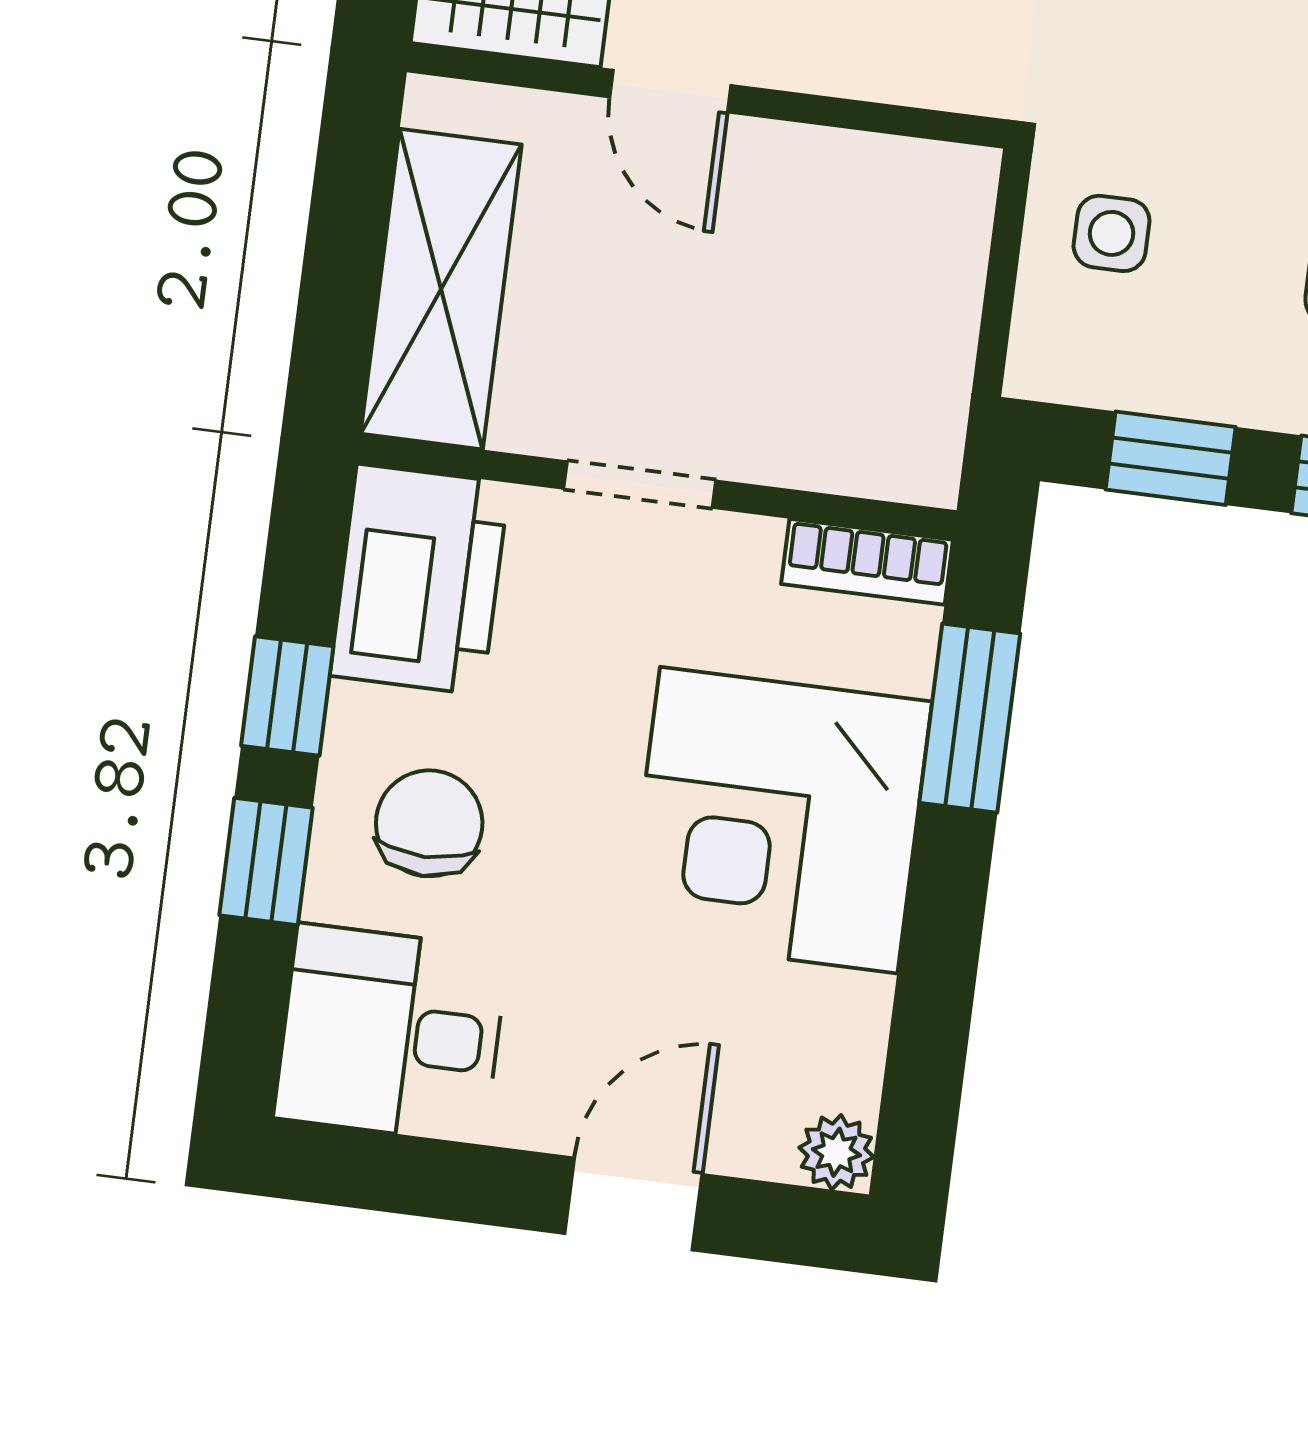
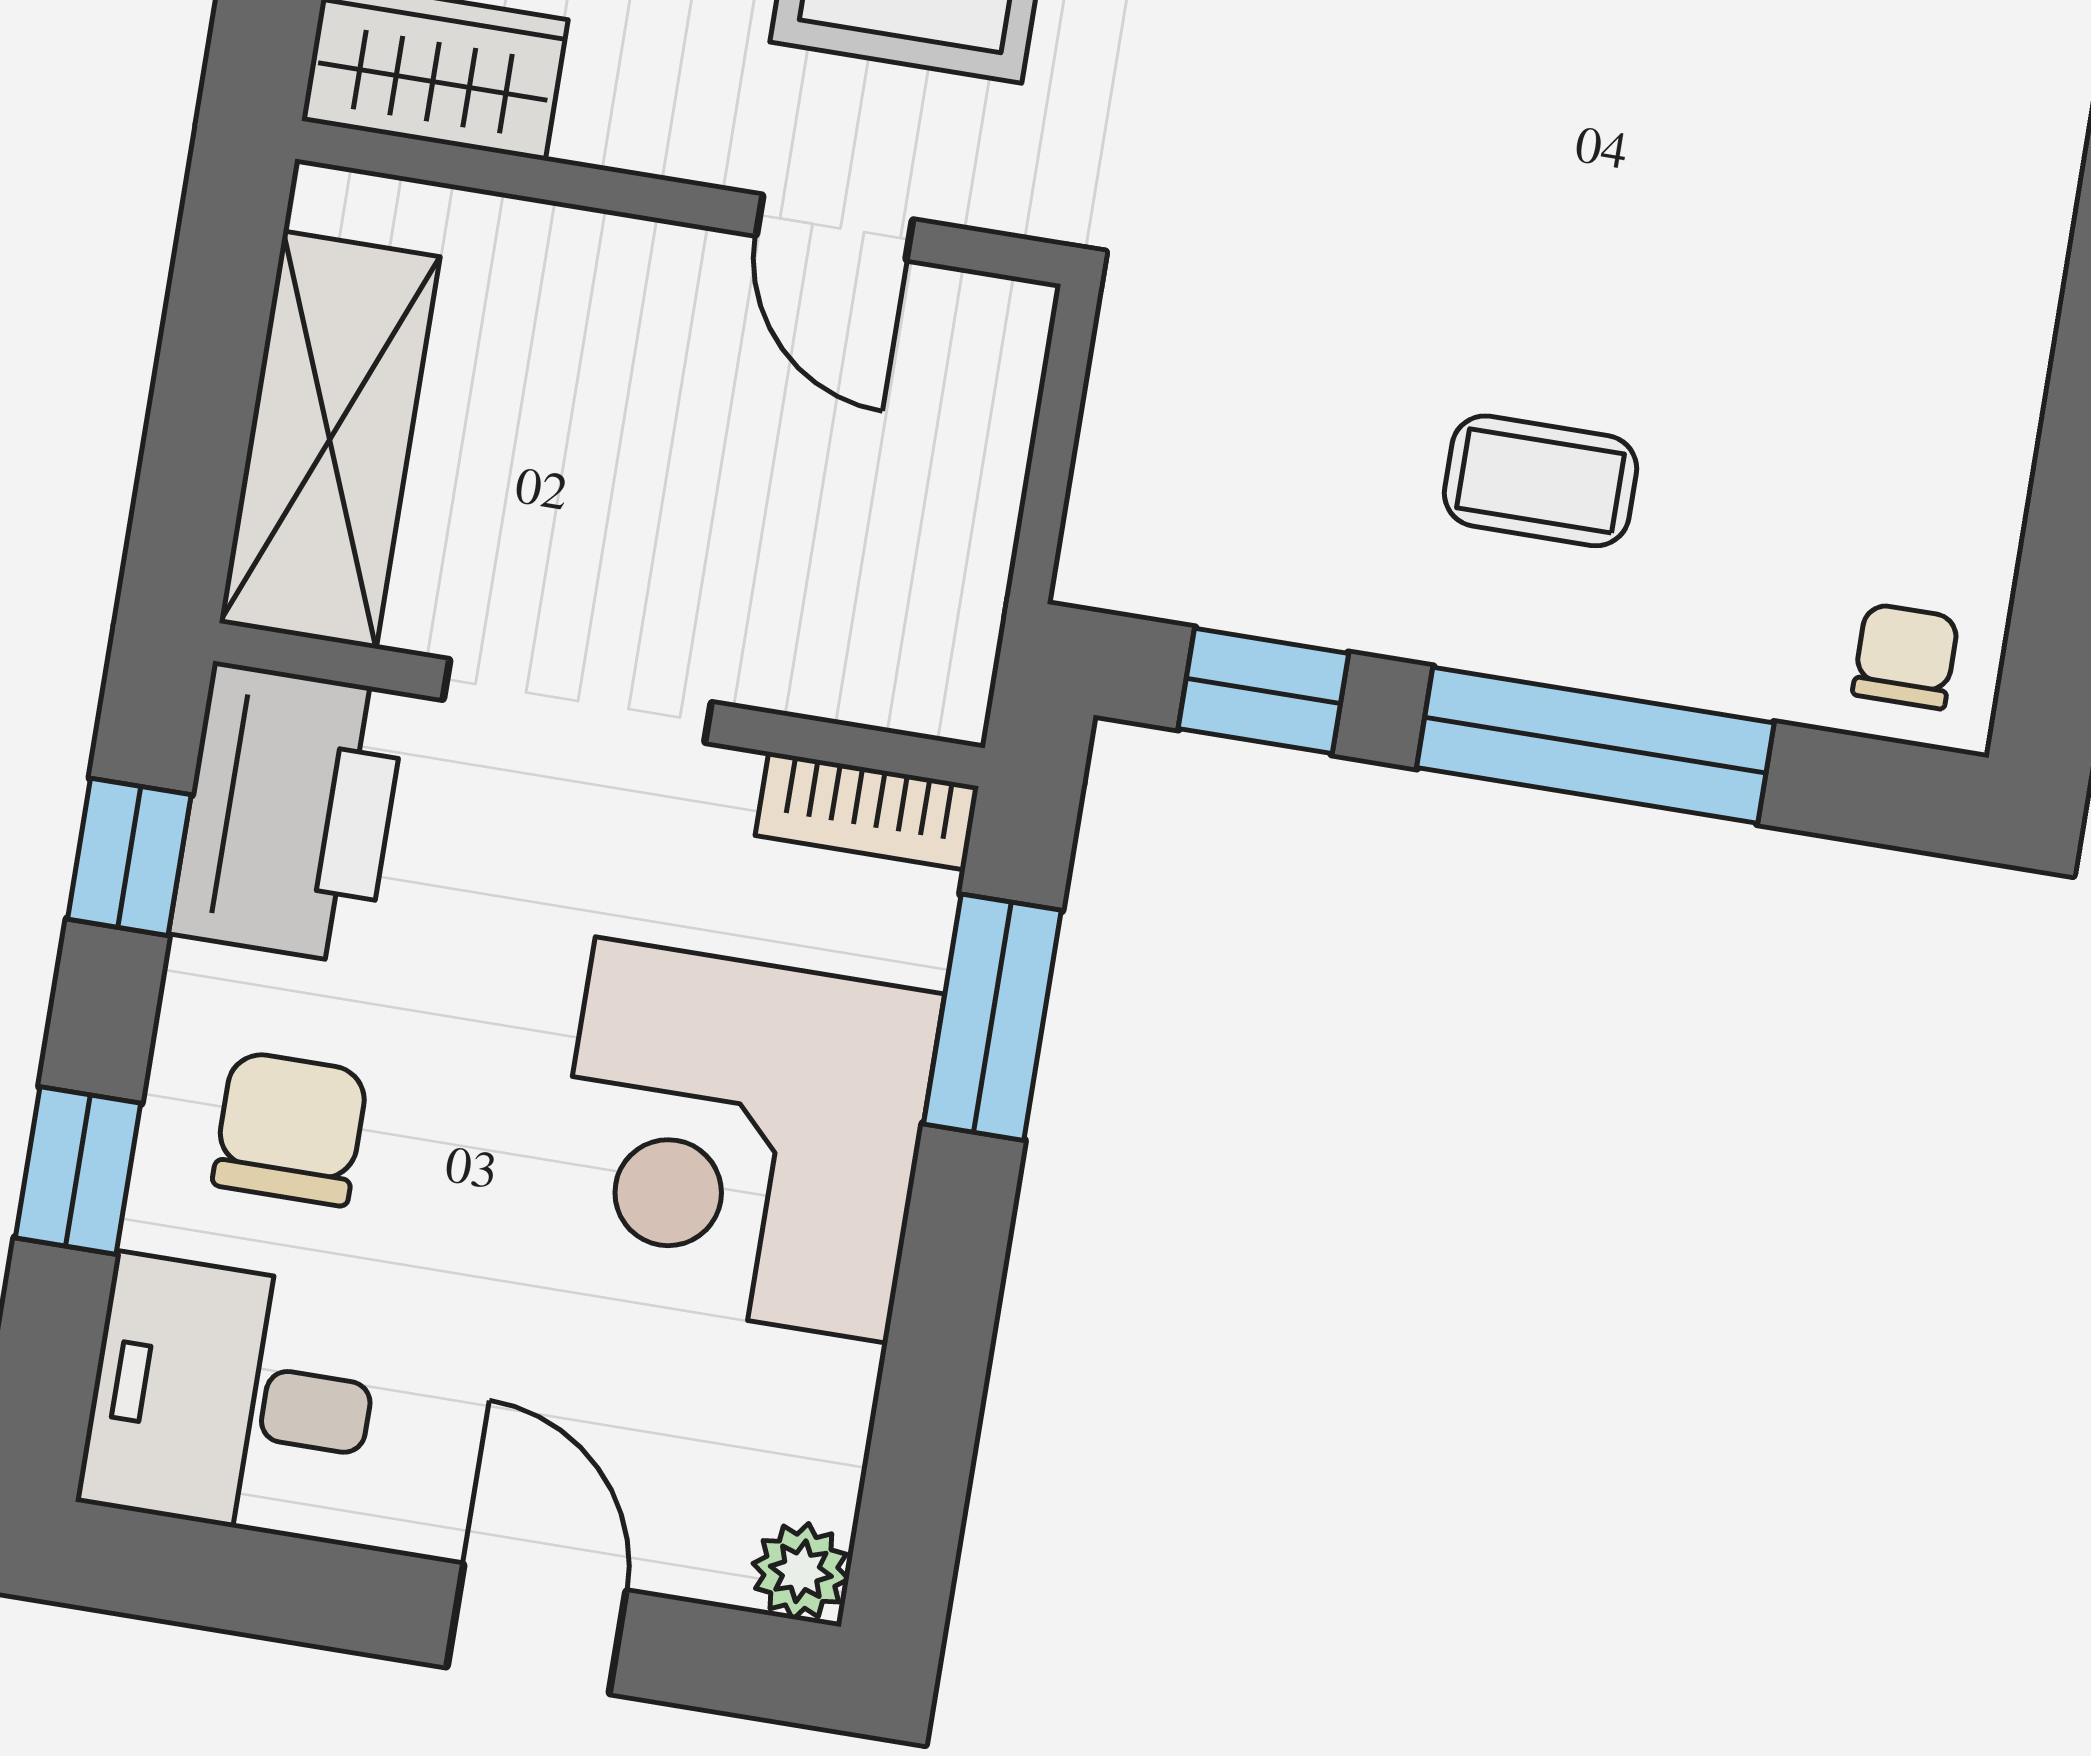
door: (670, 91) -> (834, 228), moved
side table: (1112, 233) -> (1197, 398), removed
doorway: (640, 485) -> (577, 701), width x1.38
window: (287, 696) -> (129, 857), moved
door: (633, 1204) -> (537, 1629), hinge flipped

